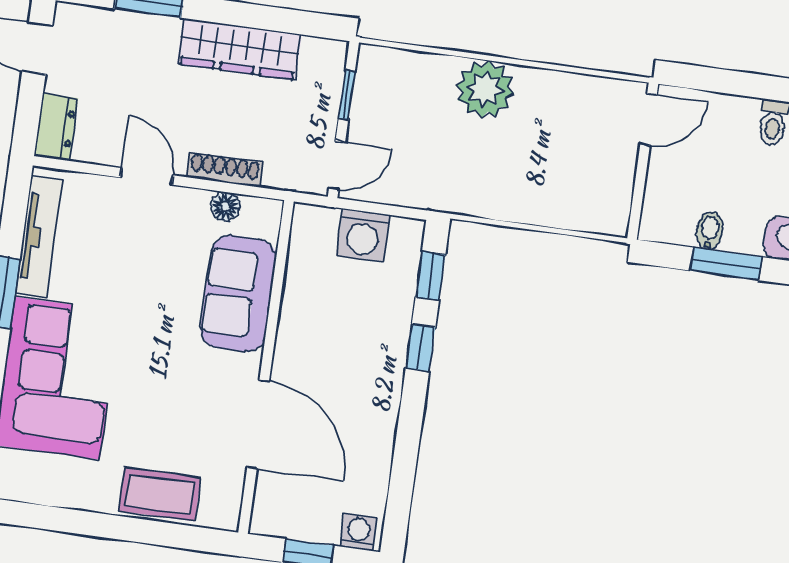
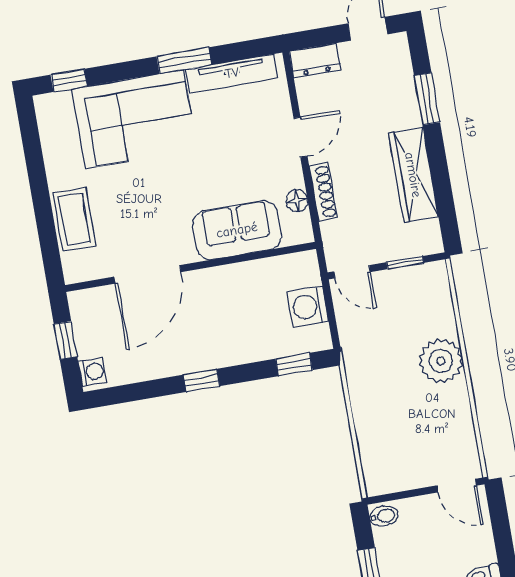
bidet: (710, 231) -> (384, 516), moved
window: (420, 348) -> (201, 380), moved

